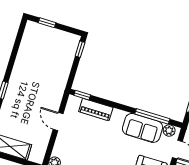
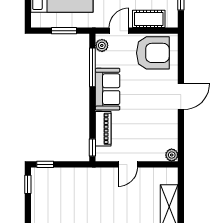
window: (47, 23) -> (28, 184), moved
sofa: (143, 128) -> (108, 89), moved

